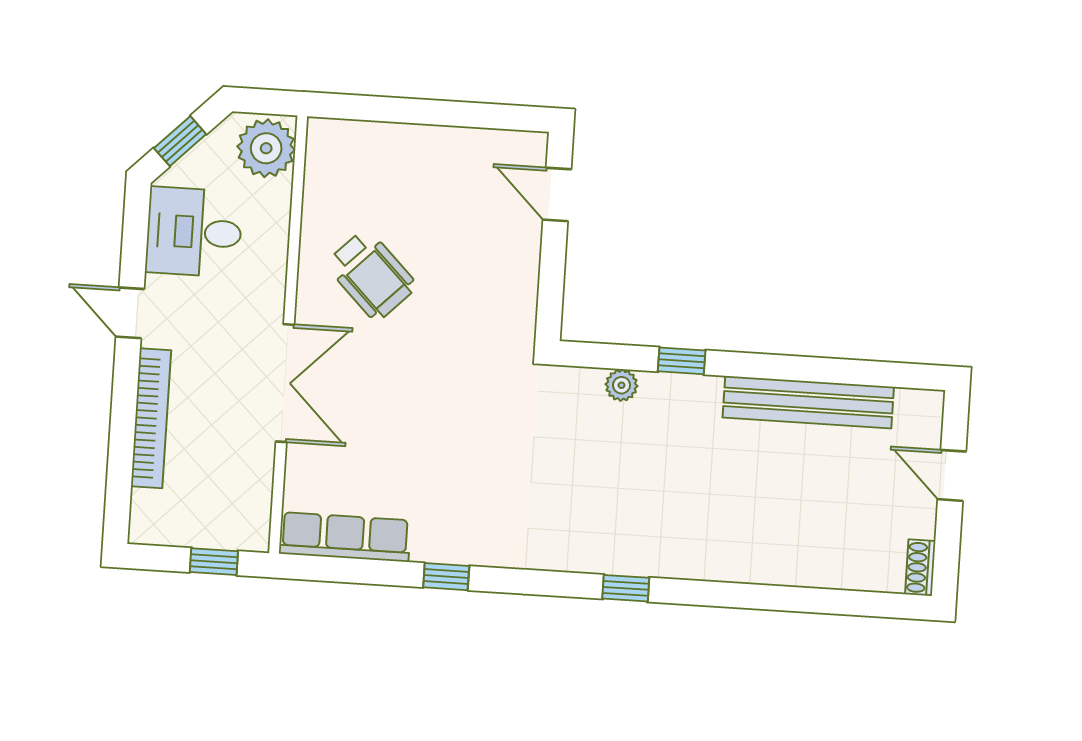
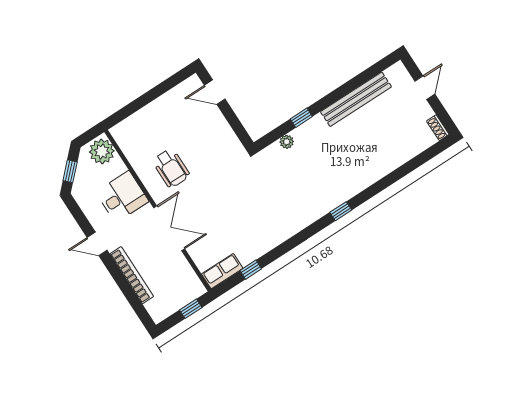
desk: (194, 232) -> (122, 197), moved, turned 180
wheelchair: (371, 275) -> (171, 168), turned 45
door: (952, 475) -> (425, 88), swing flipped
row of seats: (345, 537) -> (222, 271), width x0.68
window: (446, 577) -> (251, 270), moved

